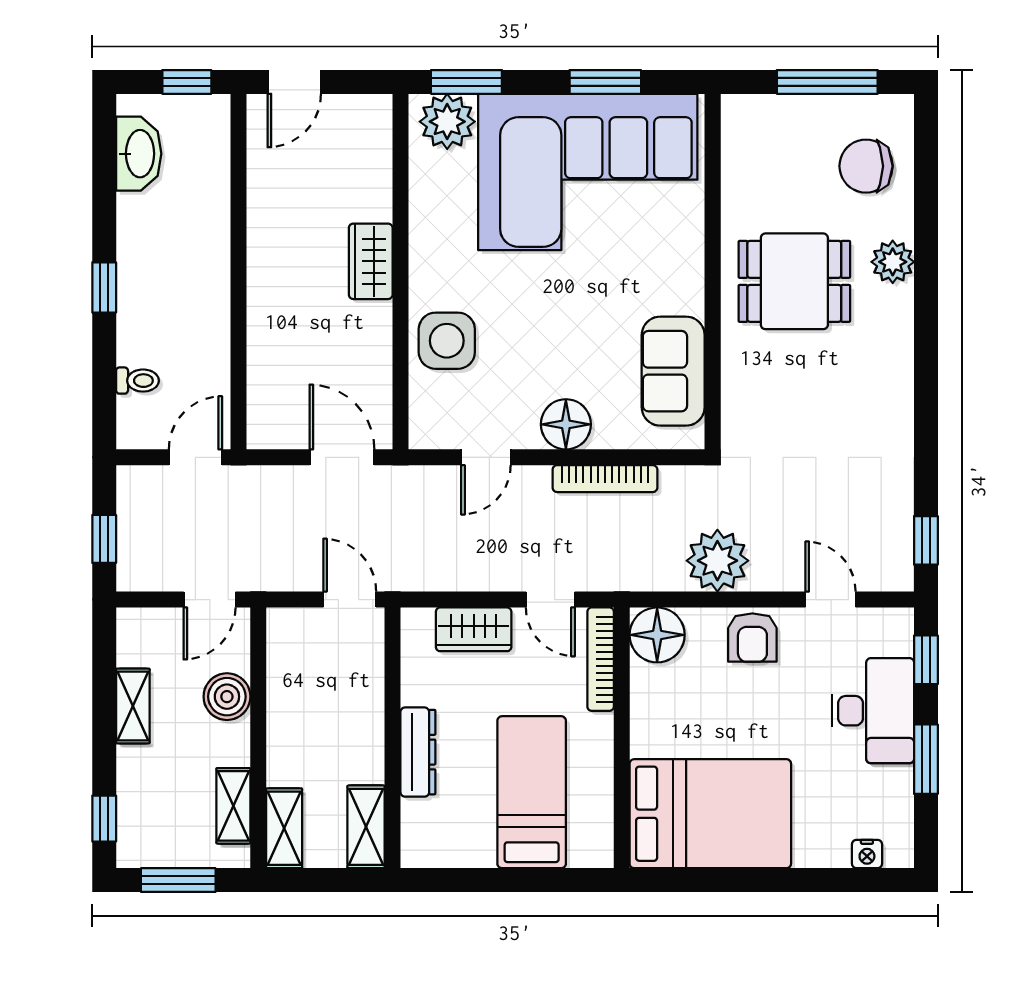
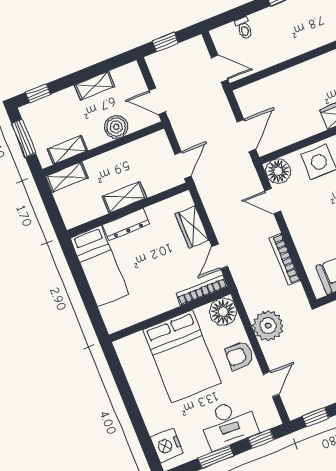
floor lamp: (566, 424) -> (278, 171), moved
bed: (532, 792) -> (99, 266), moved, turned 90
bed: (710, 814) -> (182, 356), moved
shelving: (366, 827) -> (124, 197), moved
nightstand: (867, 854) -> (167, 445), width x1.89, depth x1.79

